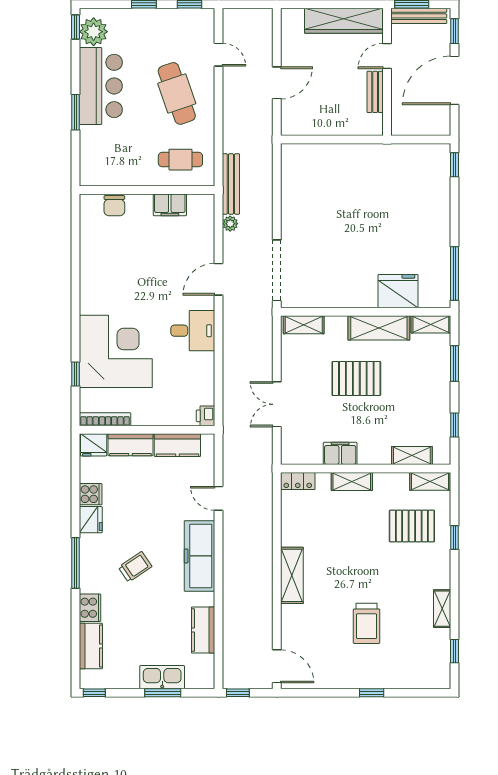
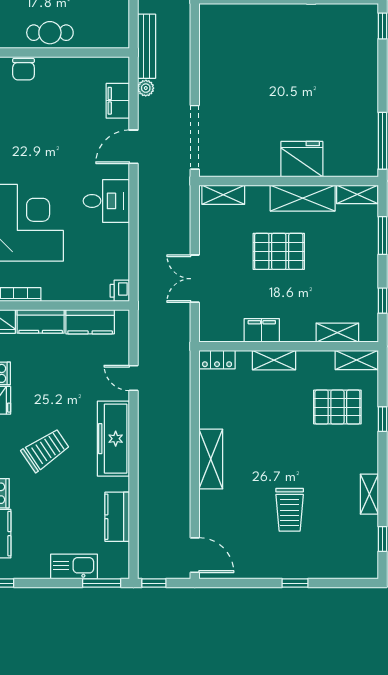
cafe table: (180, 160) -> (50, 33), moved
filing cabinet: (170, 205) -> (118, 101), moved, turned 90
fridge: (398, 291) -> (302, 159), moved
trolley: (135, 567) -> (45, 450), width x1.36, depth x1.39
window: (163, 693) -> (102, 583), moved

